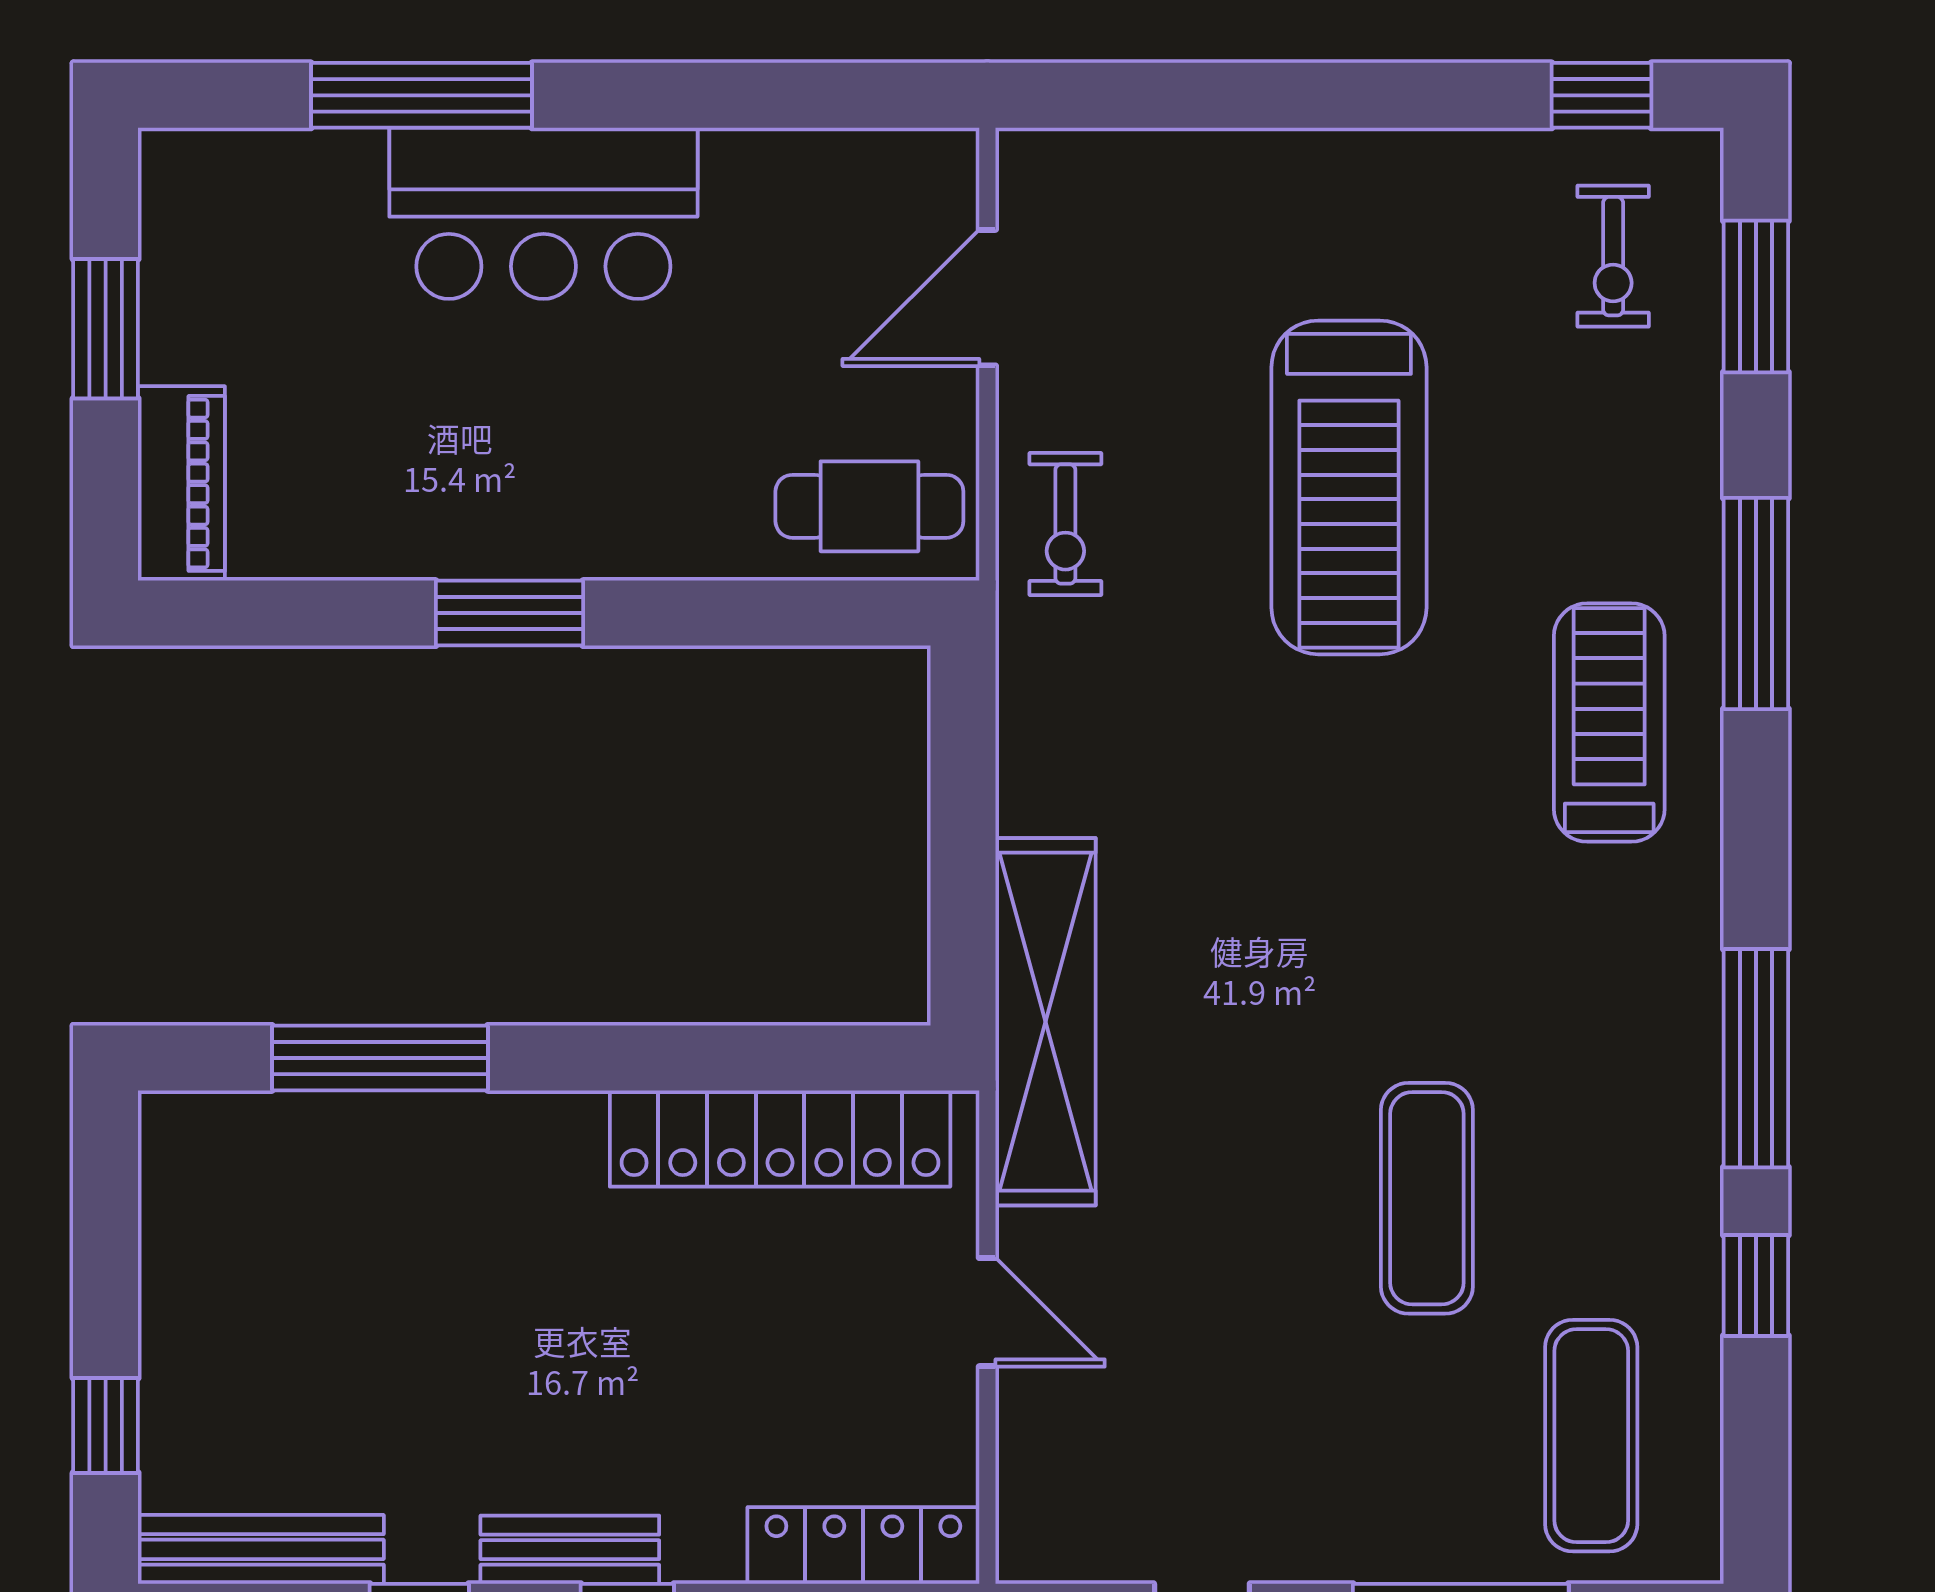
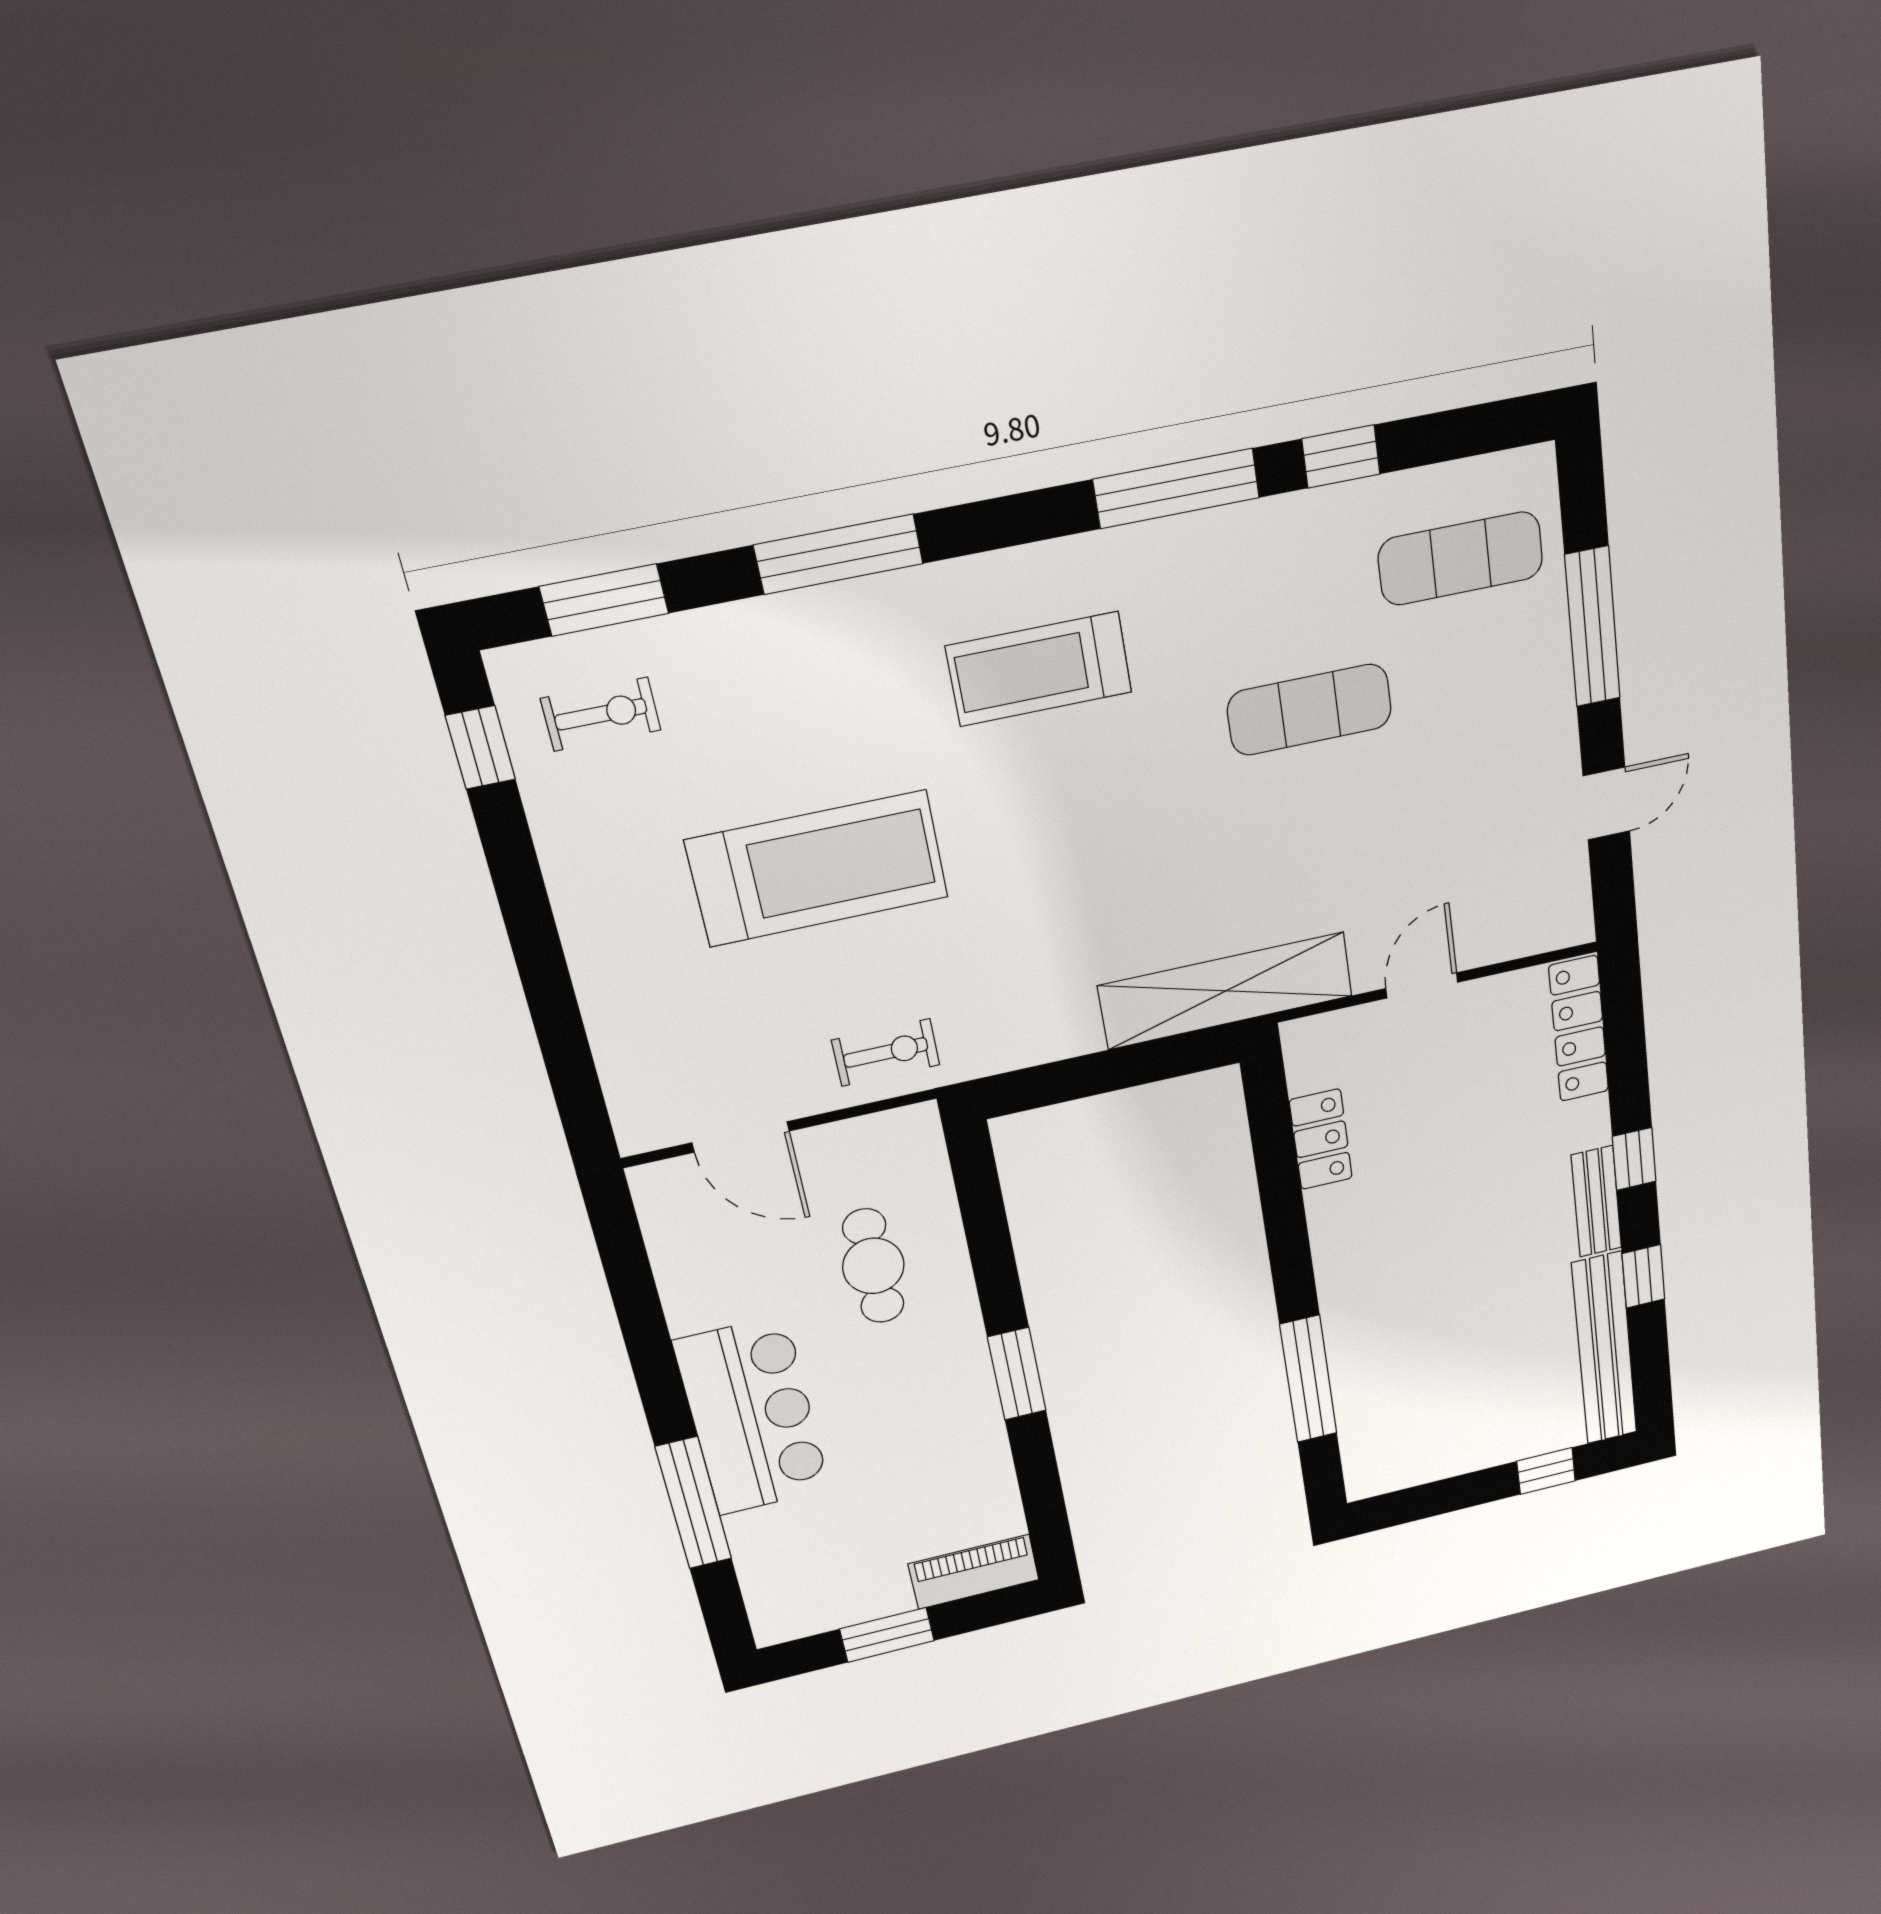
cafe table: (869, 506) -> (873, 1266), moved
treadmill: (1609, 723) -> (1039, 669), moved
locker: (780, 1139) -> (1321, 1139), width x0.46, depth x0.83
bench: (261, 1549) -> (1604, 1349), width x1.37, depth x1.21

